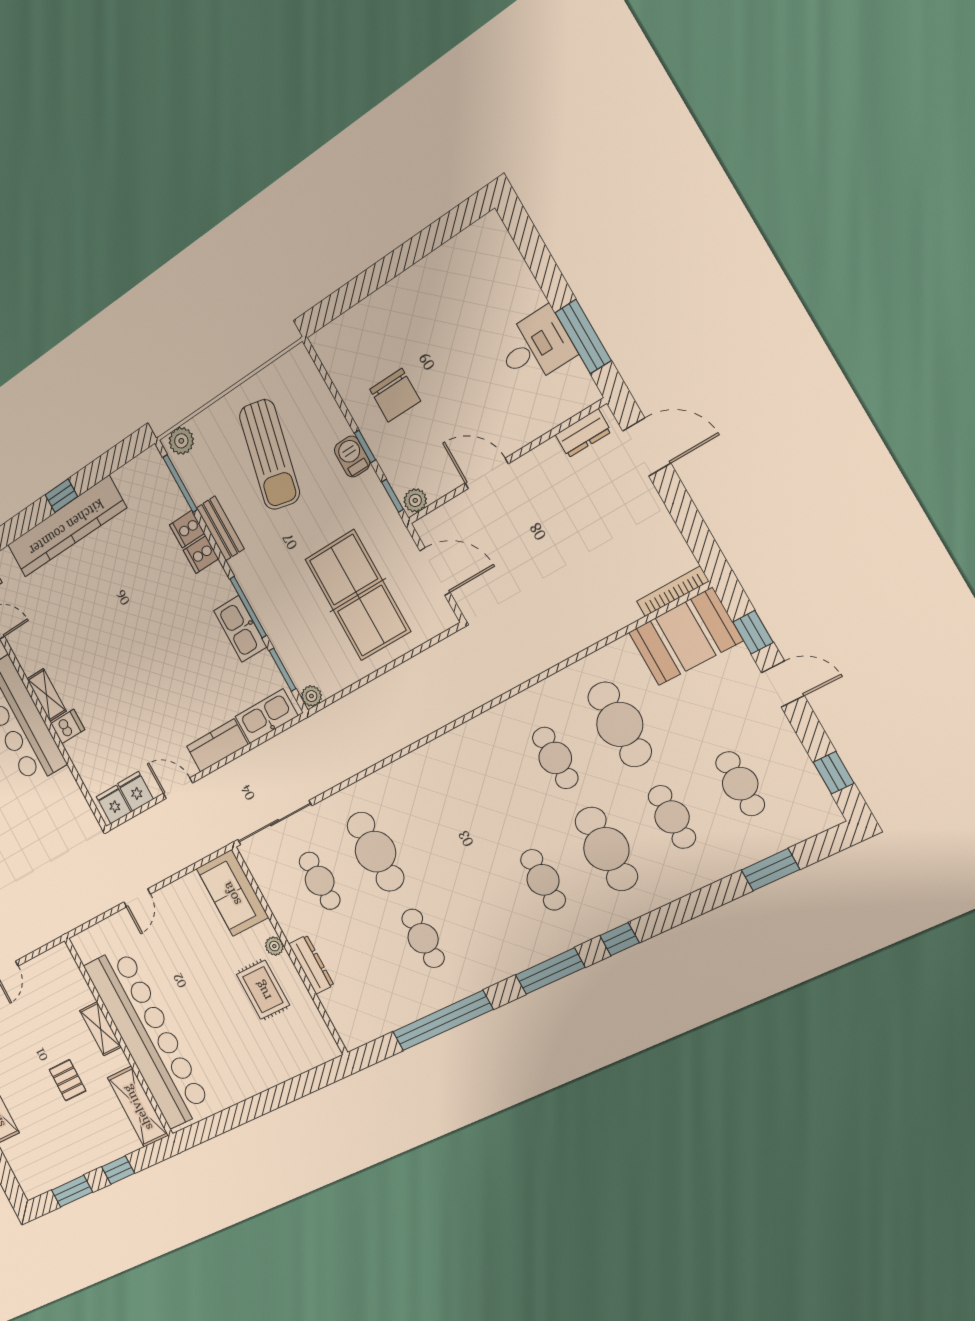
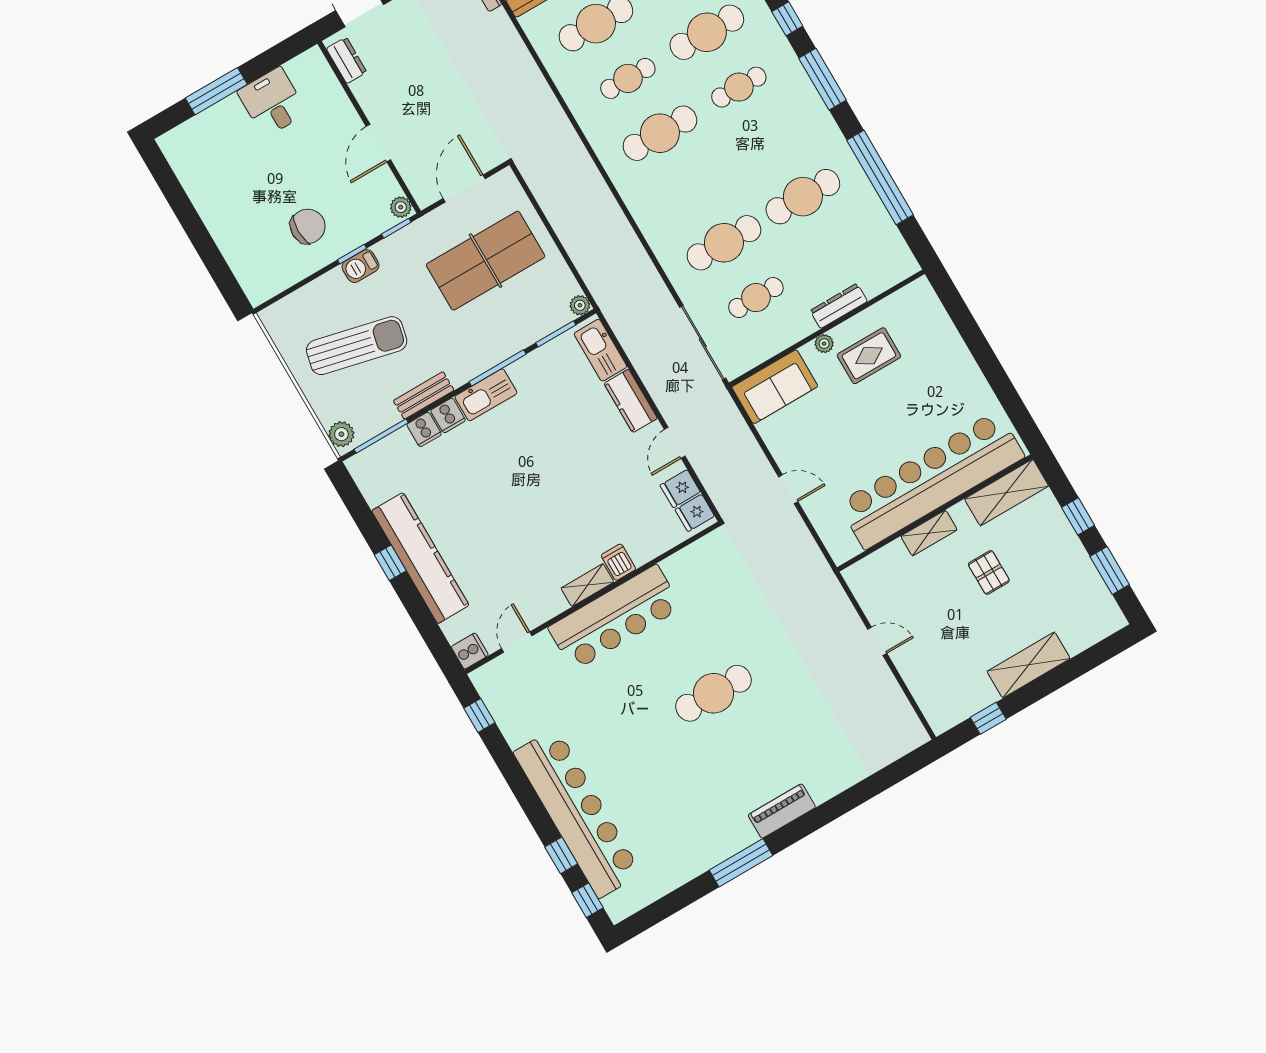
window: (583, 336) -> (216, 91), moved
kitchen sink: (240, 629) -> (486, 395), moved
cafe table: (493, 790) -> (660, 133), added
cafe table: (423, 938) -> (803, 197), width x1.37, depth x1.35
pallet: (68, 1080) -> (989, 572), turned 90

